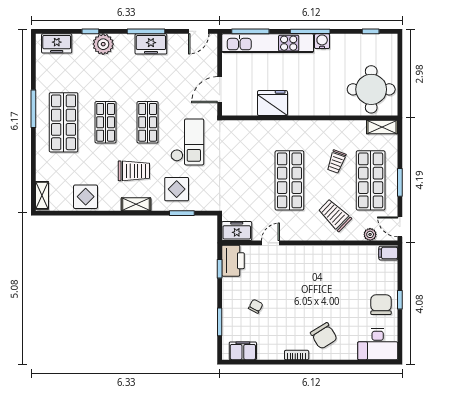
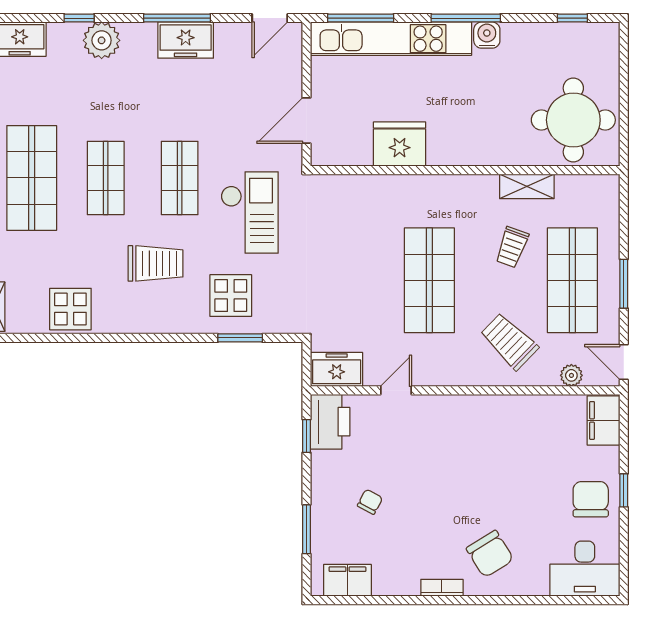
shelving: (382, 127) -> (527, 186), moved
shelving: (136, 204) -> (159, 322), removed
filing cabinet: (388, 253) -> (603, 420), width x2.00

